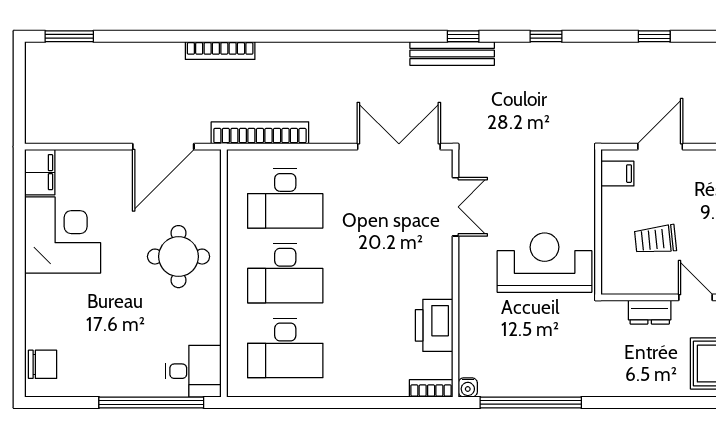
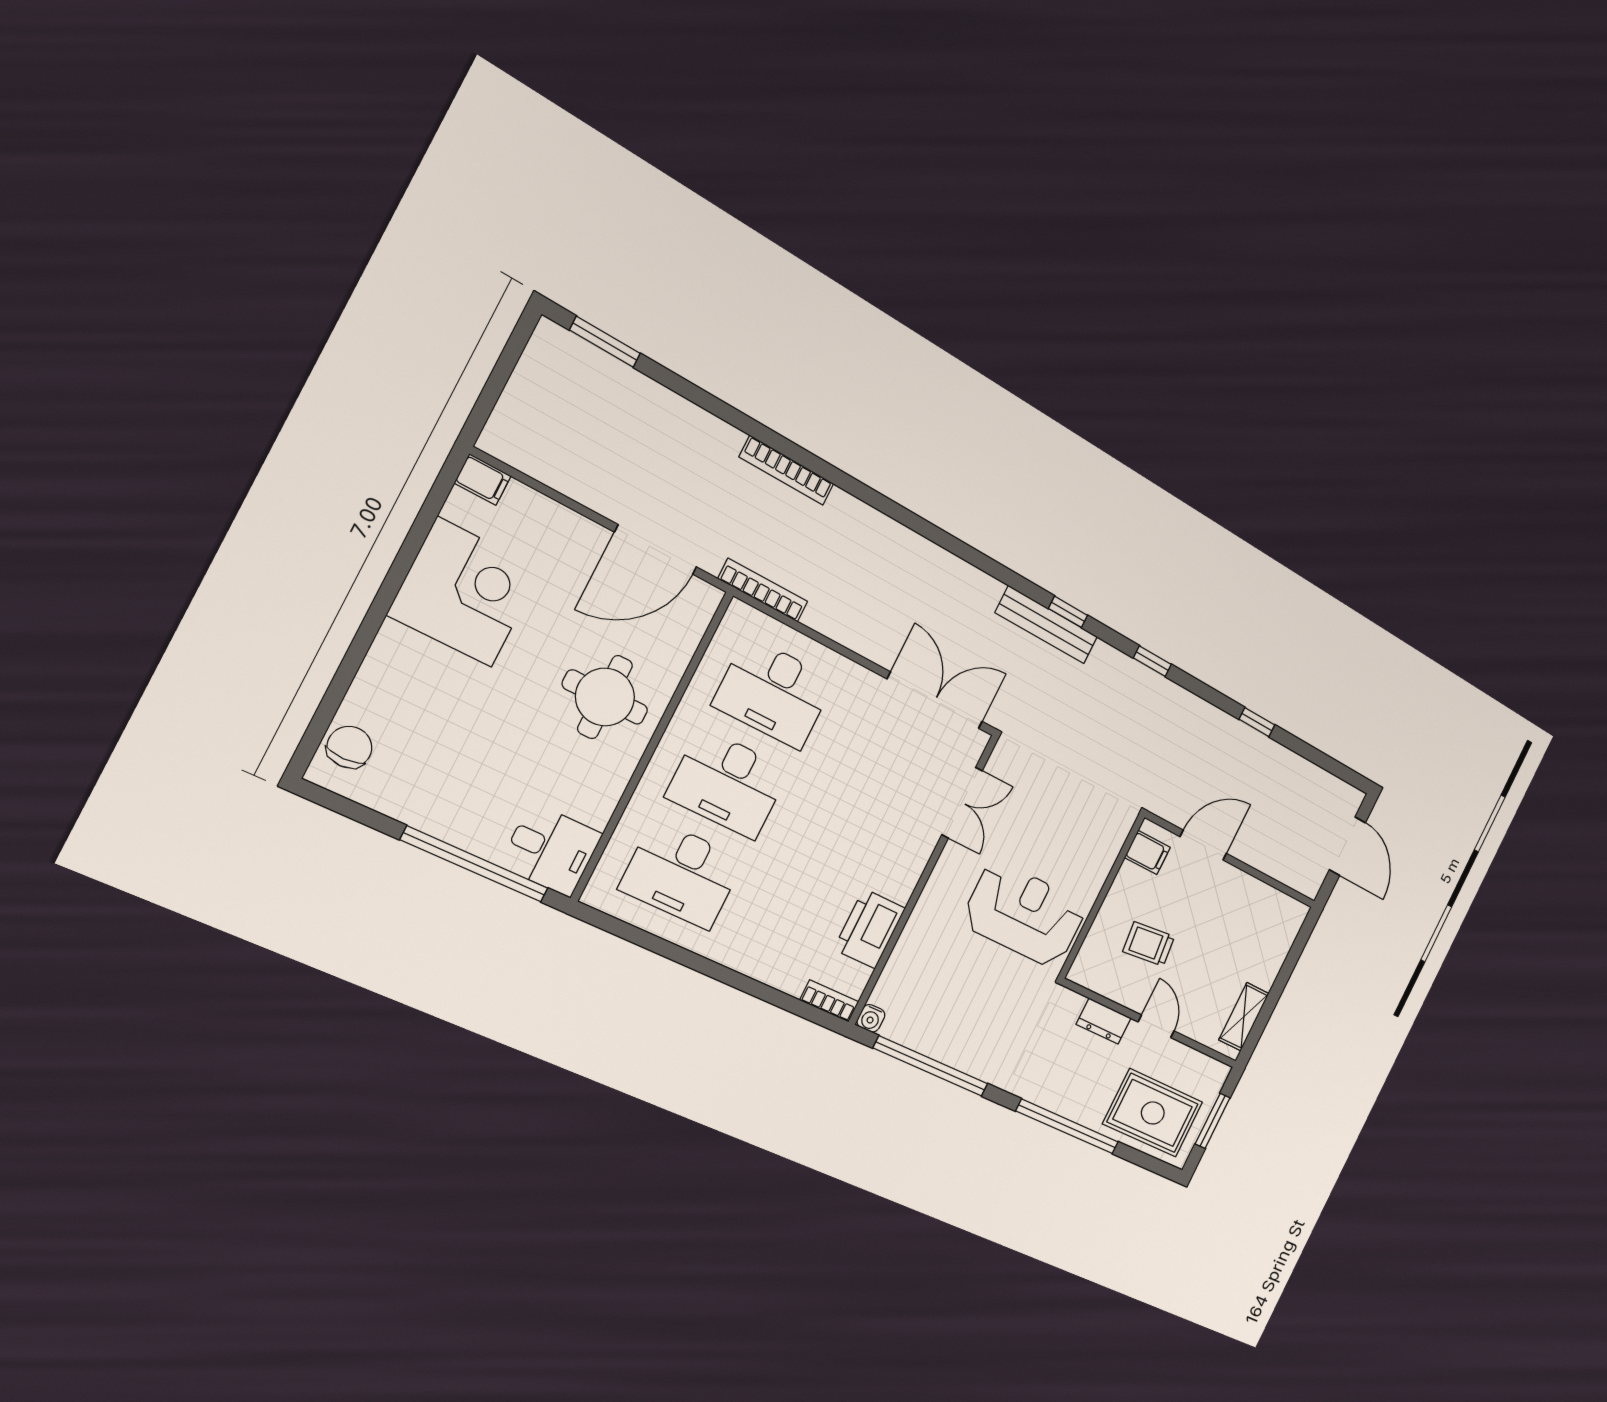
bookcase: (260, 133) -> (763, 590), width x0.68, depth x0.76
filing cabinet: (40, 172) -> (483, 480), width x0.50
chair: (43, 364) -> (349, 747), turned -90
window: (663, 402) -> (1067, 1127), added

